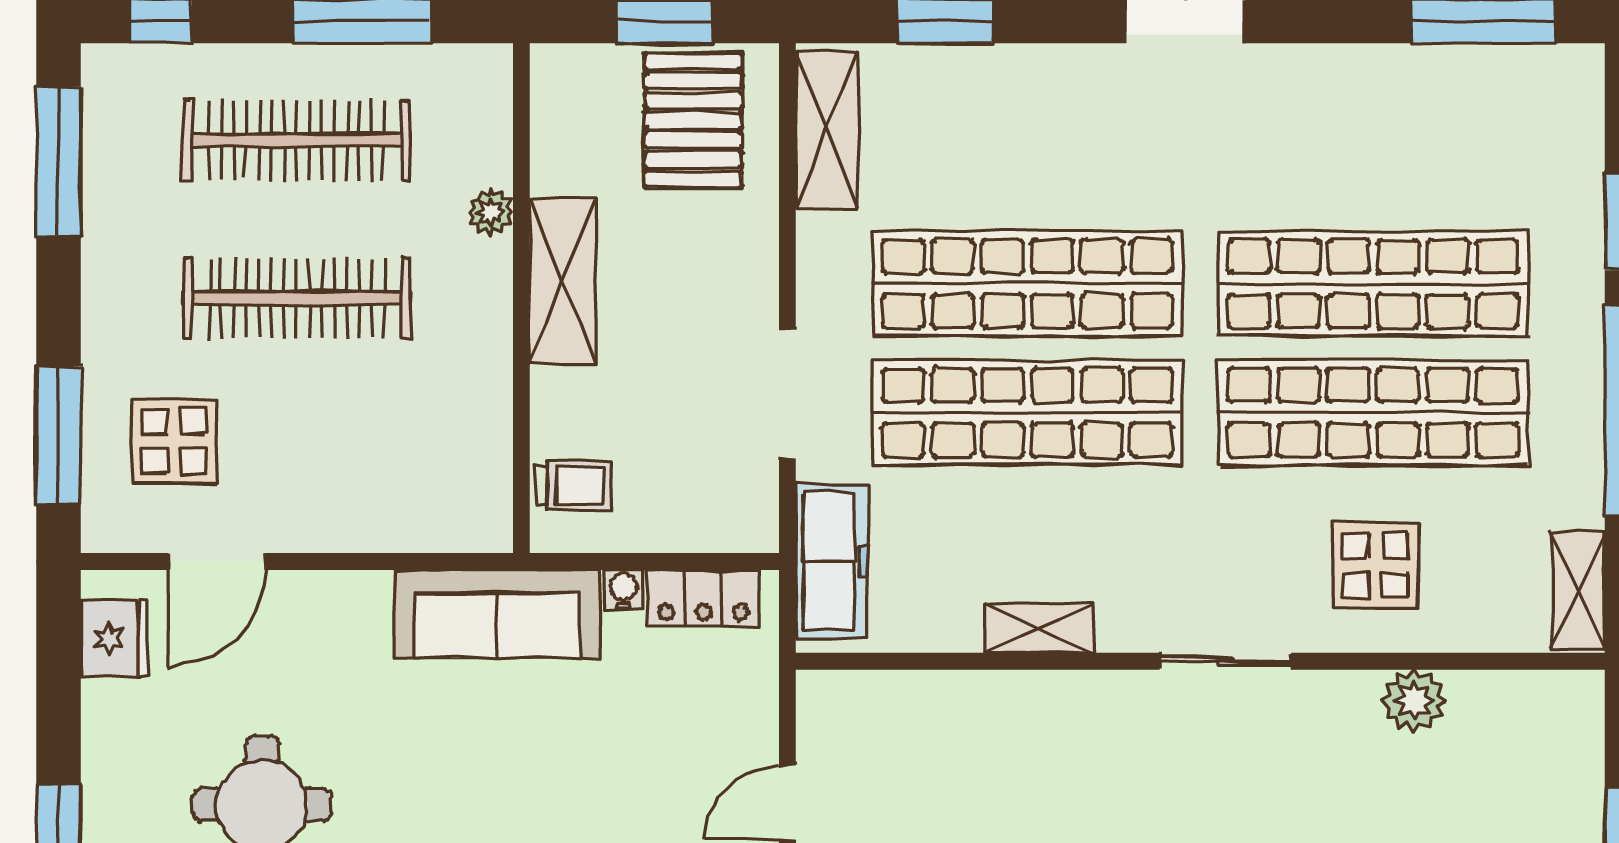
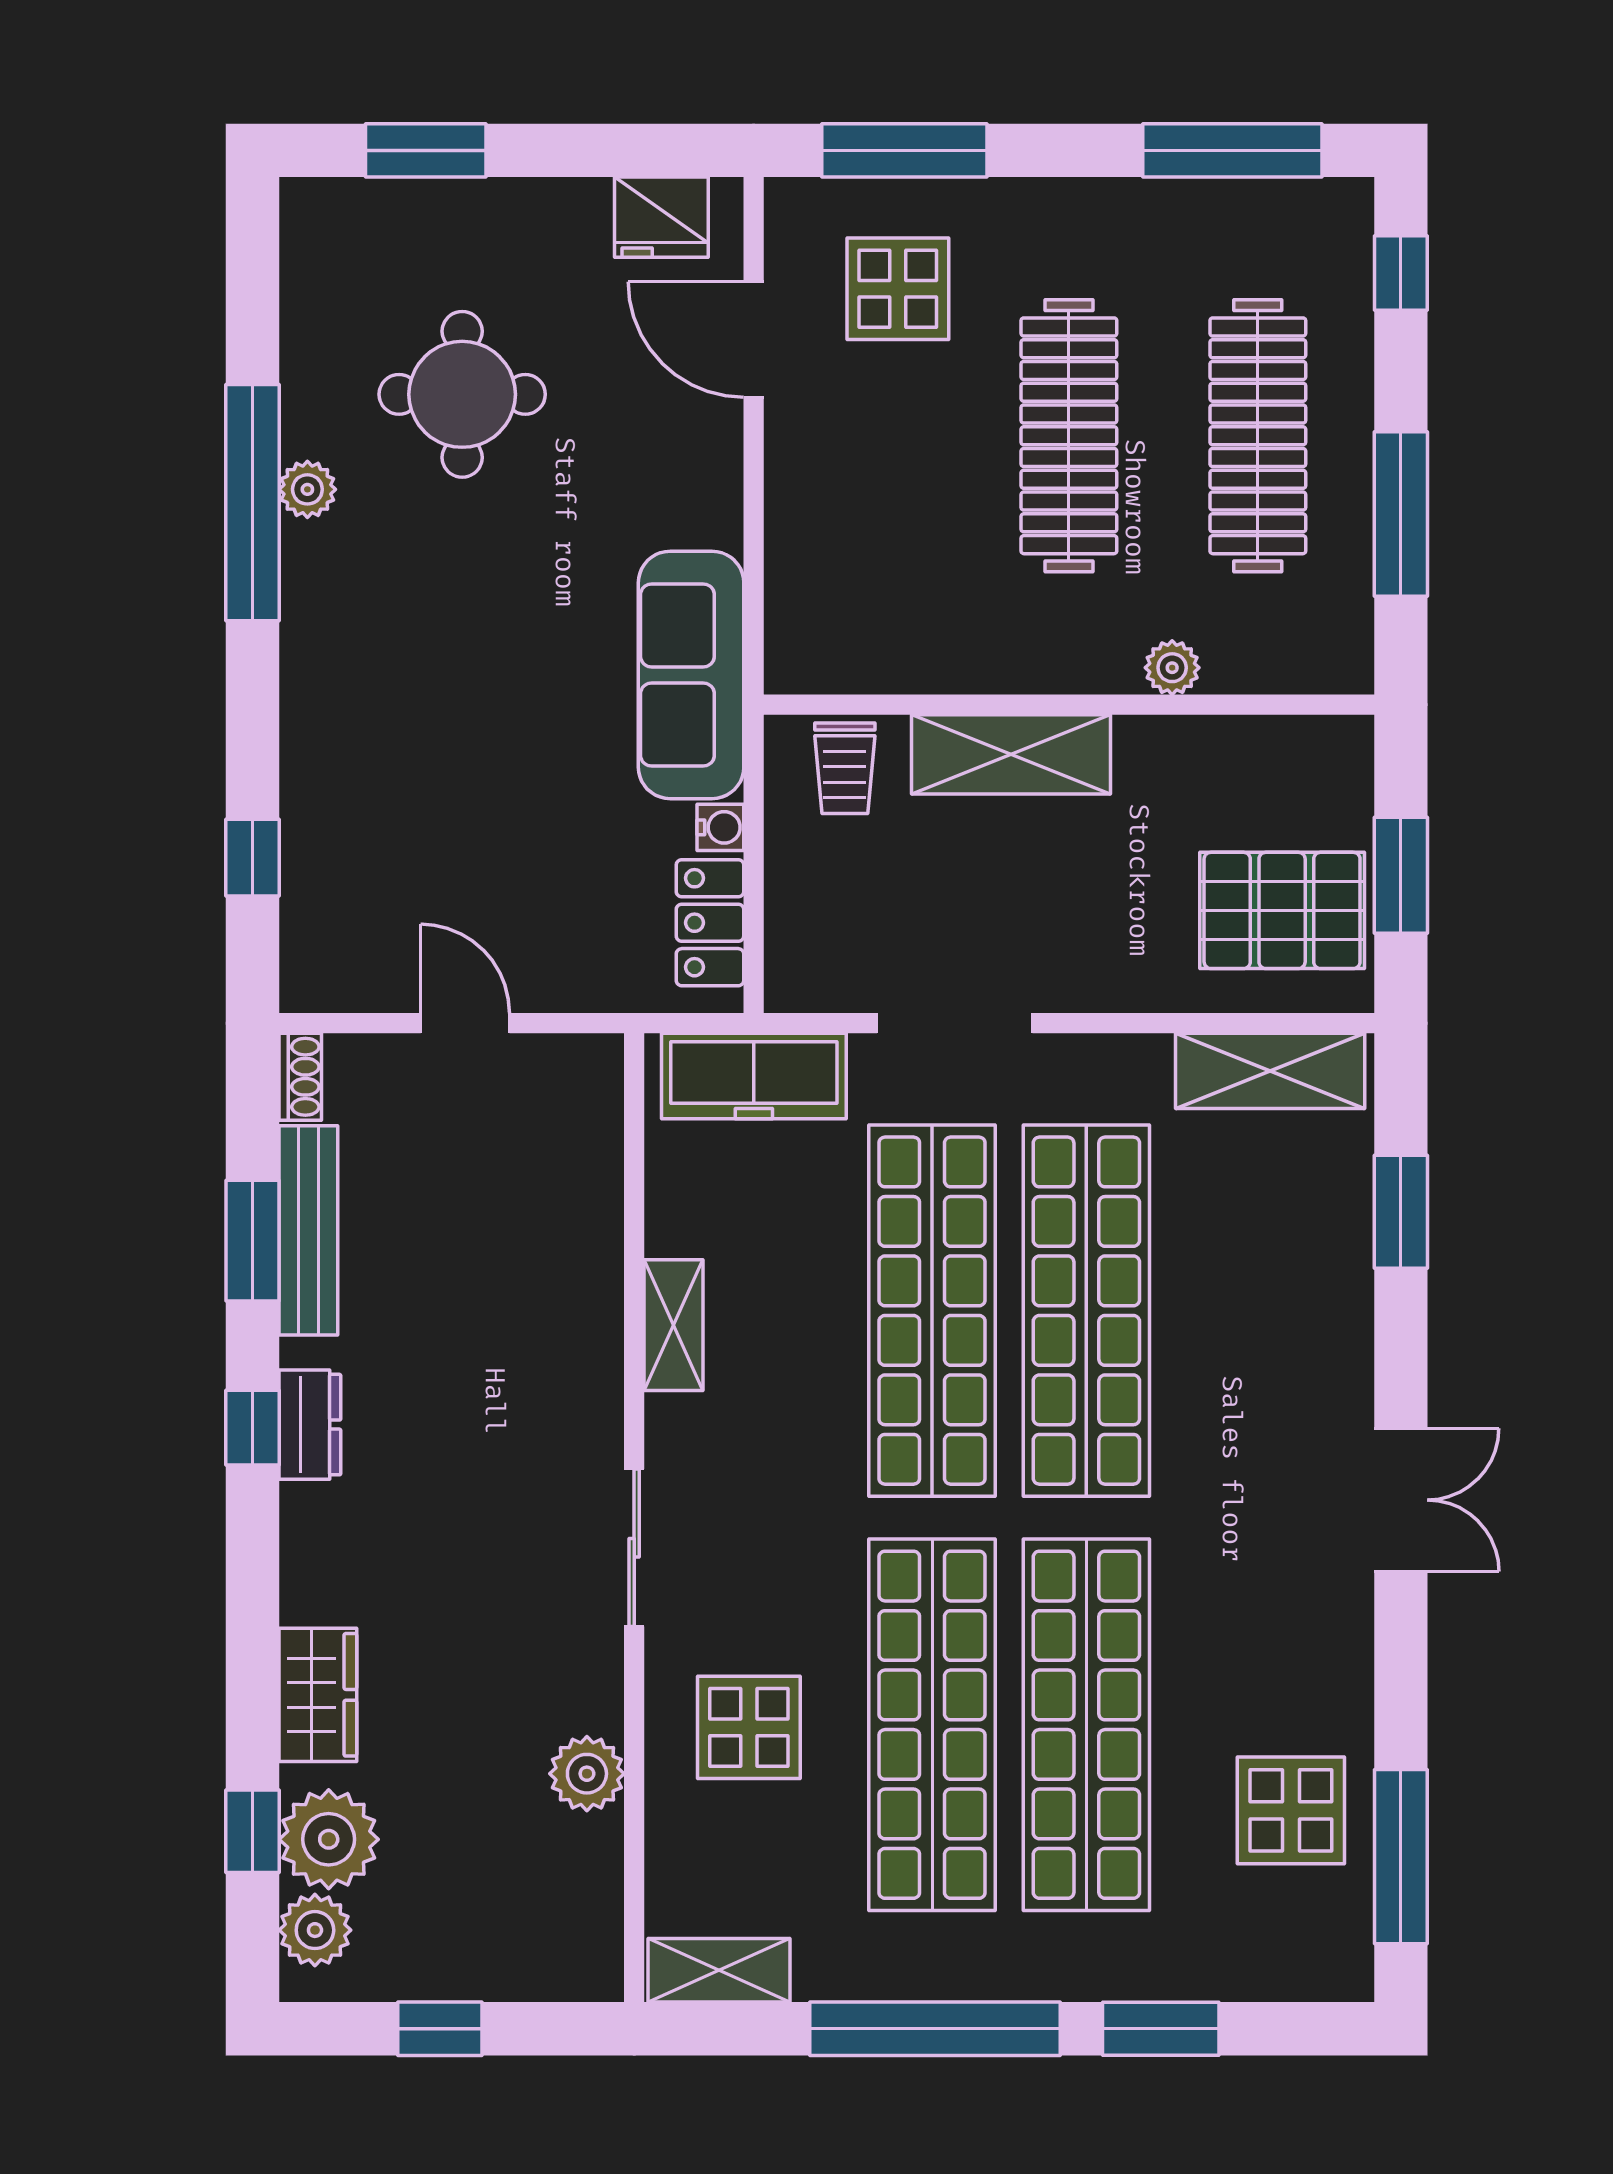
display table: (1445, 113) -> (1291, 1810), added
shelving: (563, 281) -> (1011, 754), moved

